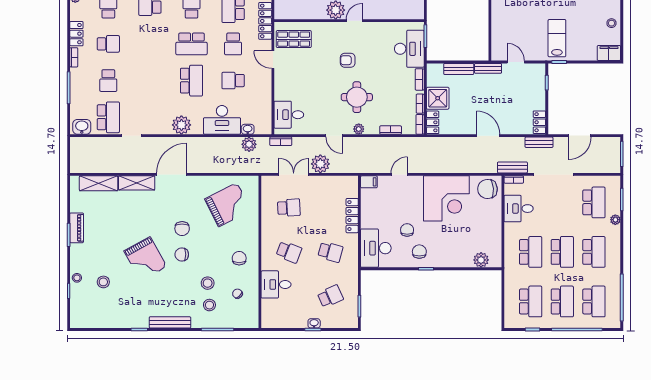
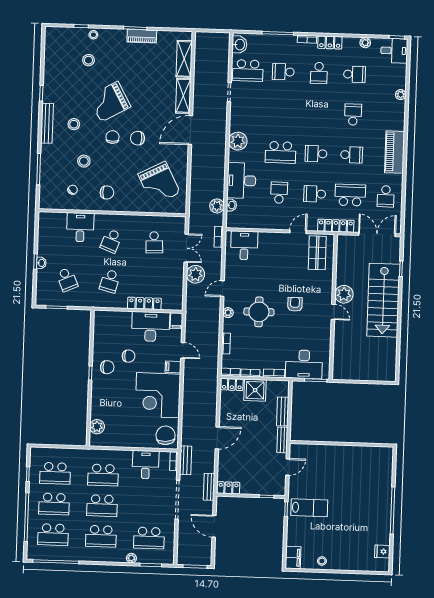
school desk: (191, 44) -> (316, 154), width x0.54
door: (172, 174) -> (190, 130), swing flipped
filing cabinet: (417, 184) -> (173, 367), added
desk: (376, 248) -> (151, 327), moved
stool: (209, 305) -> (74, 124), moved

